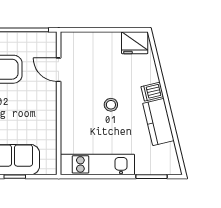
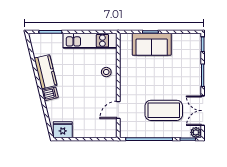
door: (59, 70) -> (118, 110), swing flipped
stool: (111, 105) -> (106, 72), moved

